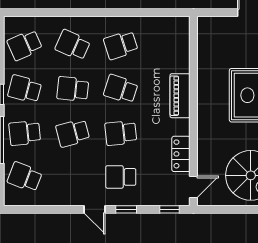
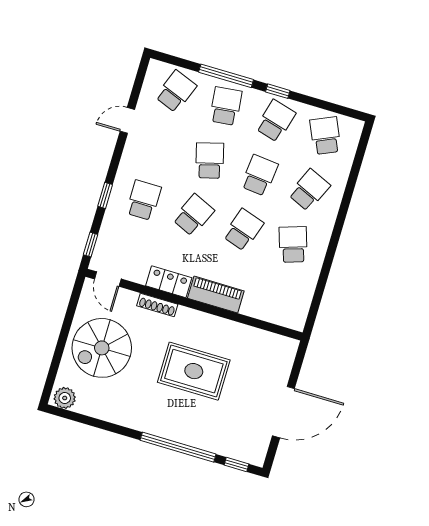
school desk: (121, 133) -> (193, 215), turned 30
shoe rack: (203, 141) -> (157, 305), added
locker: (181, 154) -> (169, 282), moved
door: (94, 209) -> (127, 120), moved

